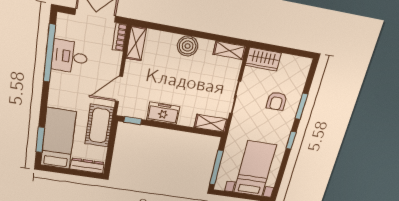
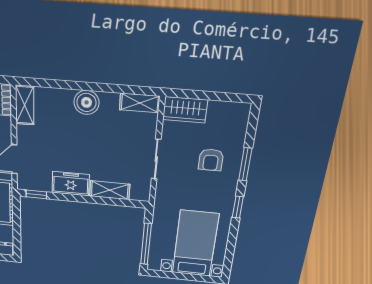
shelving: (211, 123) -> (110, 190), moved

